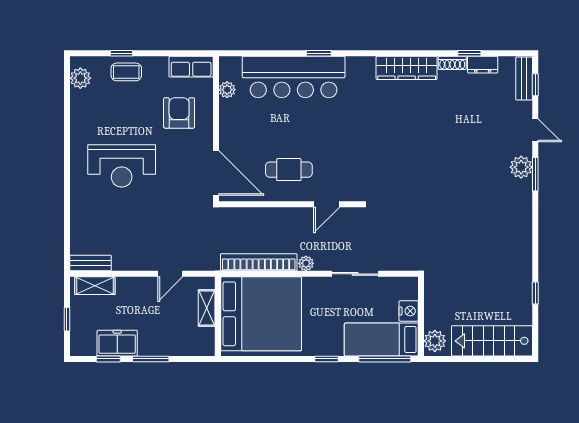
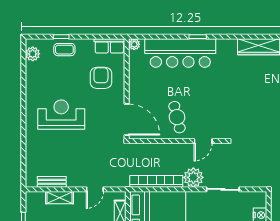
plant: (227, 90) -> (134, 44), moved
reception desk: (122, 166) -> (61, 115), turned 180
cafe table: (289, 170) -> (177, 117), turned 76
bench: (91, 263) -> (52, 182), moved
plant: (306, 263) -> (193, 177), width x1.88, depth x1.88
shelving: (95, 286) -> (60, 198), moved

